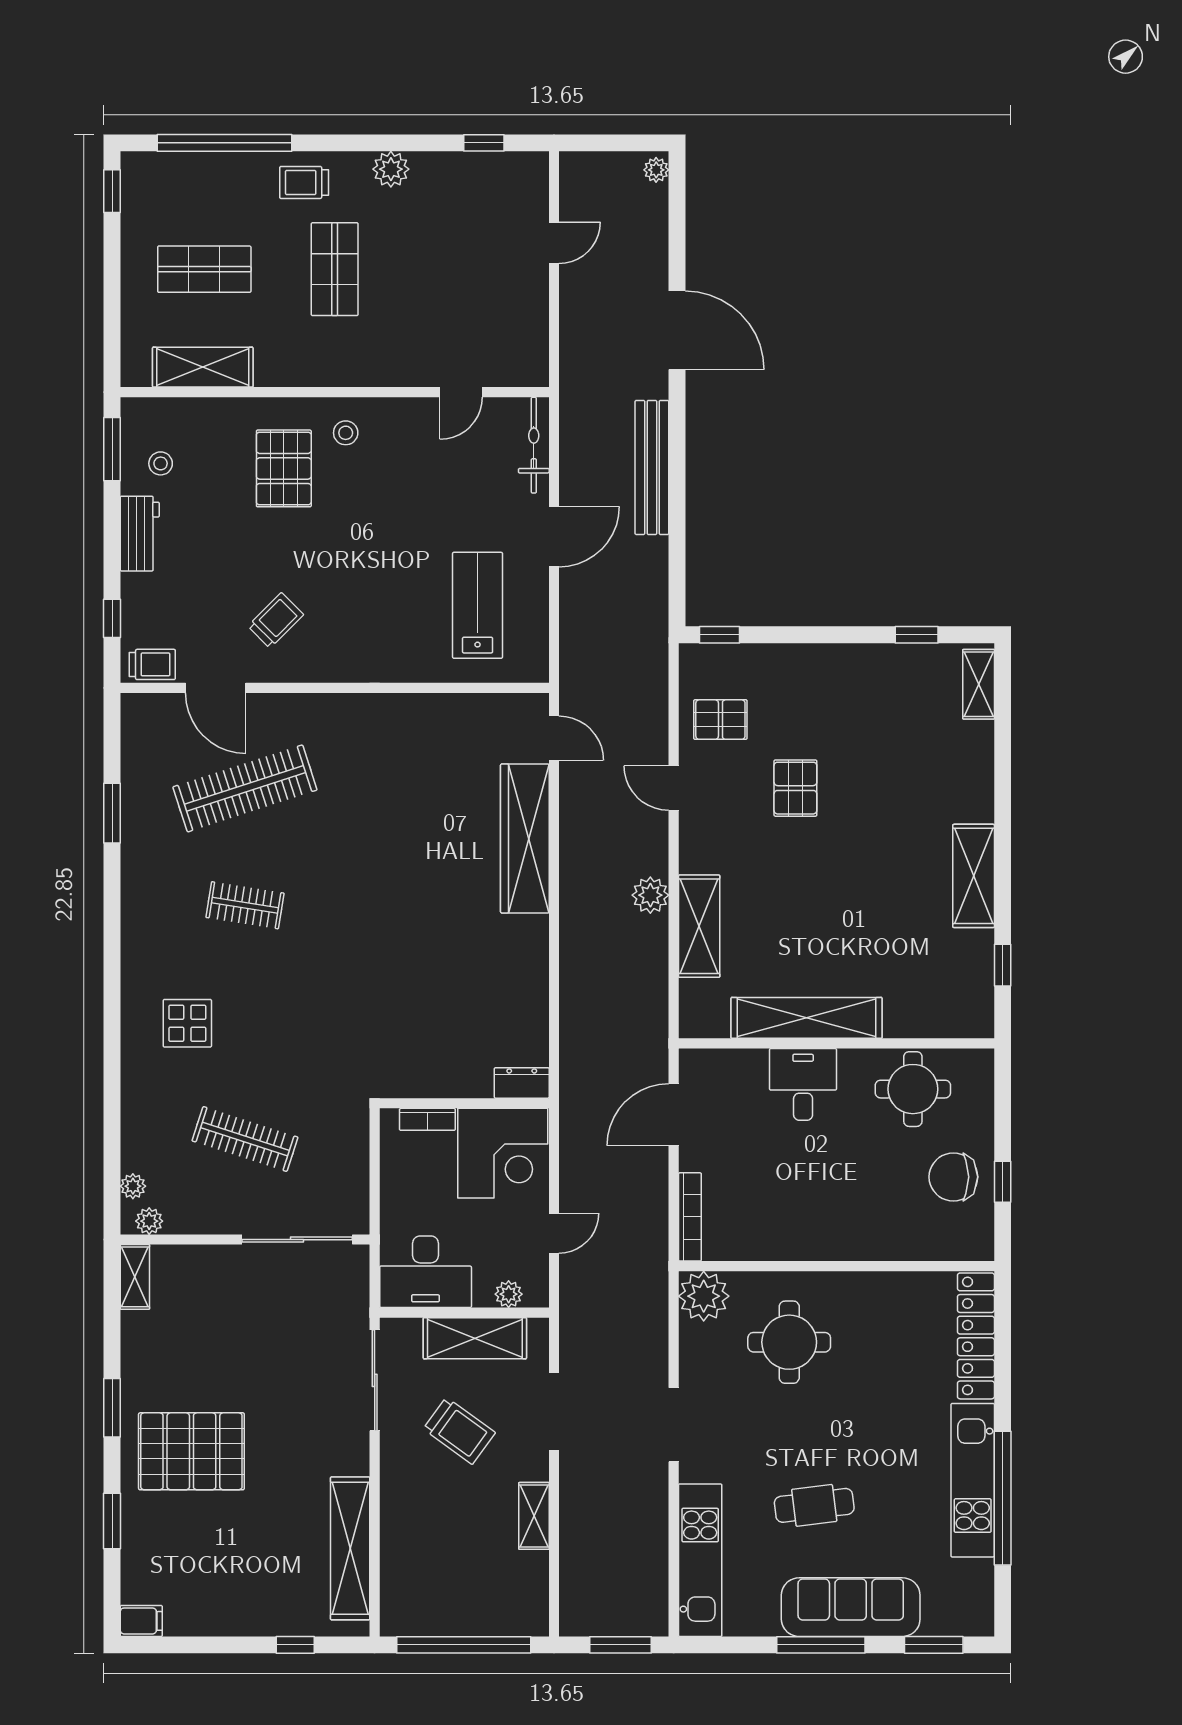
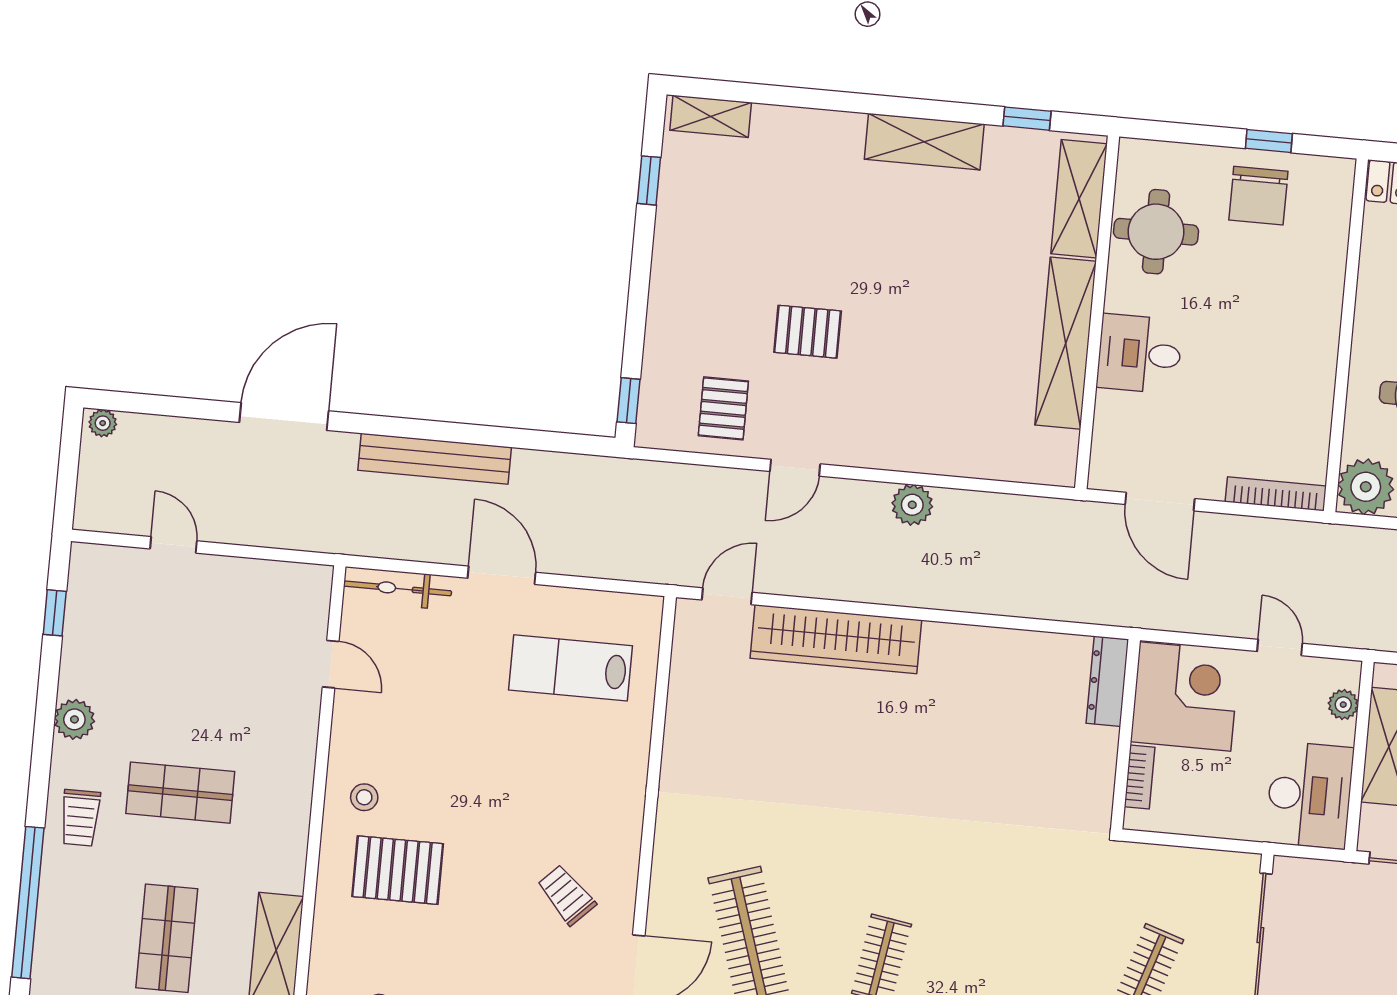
shelving: (699, 926) -> (1079, 199), moved, turned 90
dresser: (522, 1083) -> (1107, 681), width x1.44

